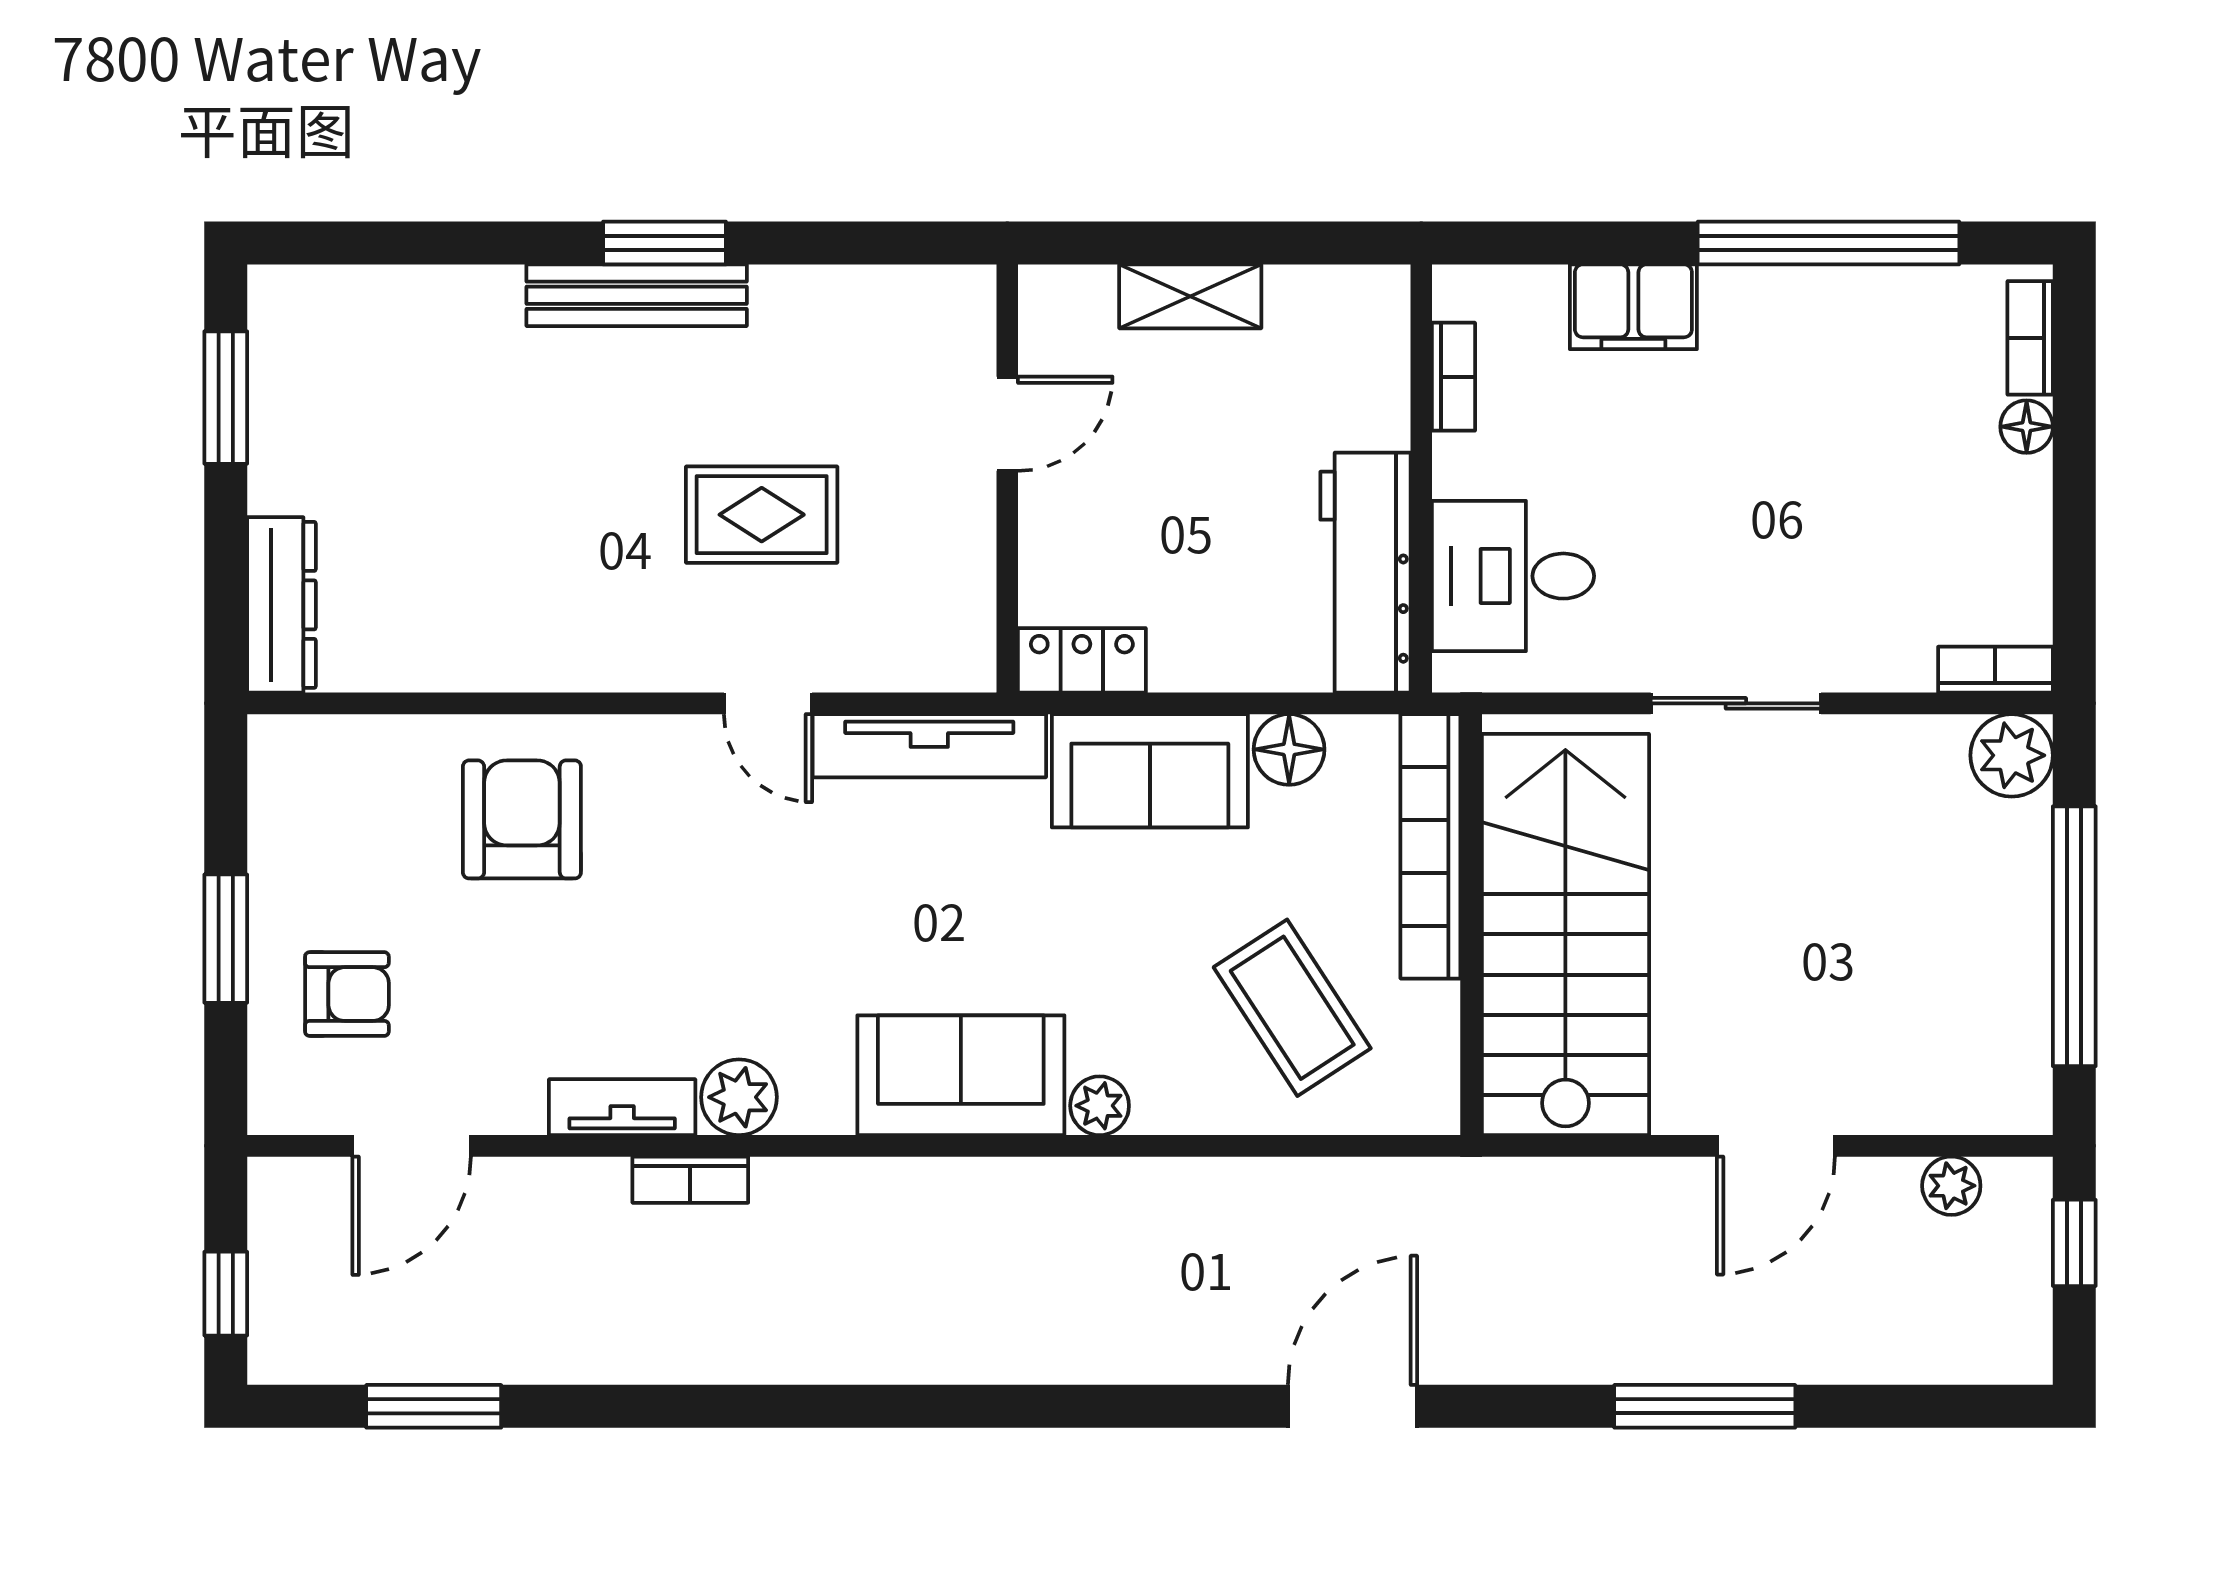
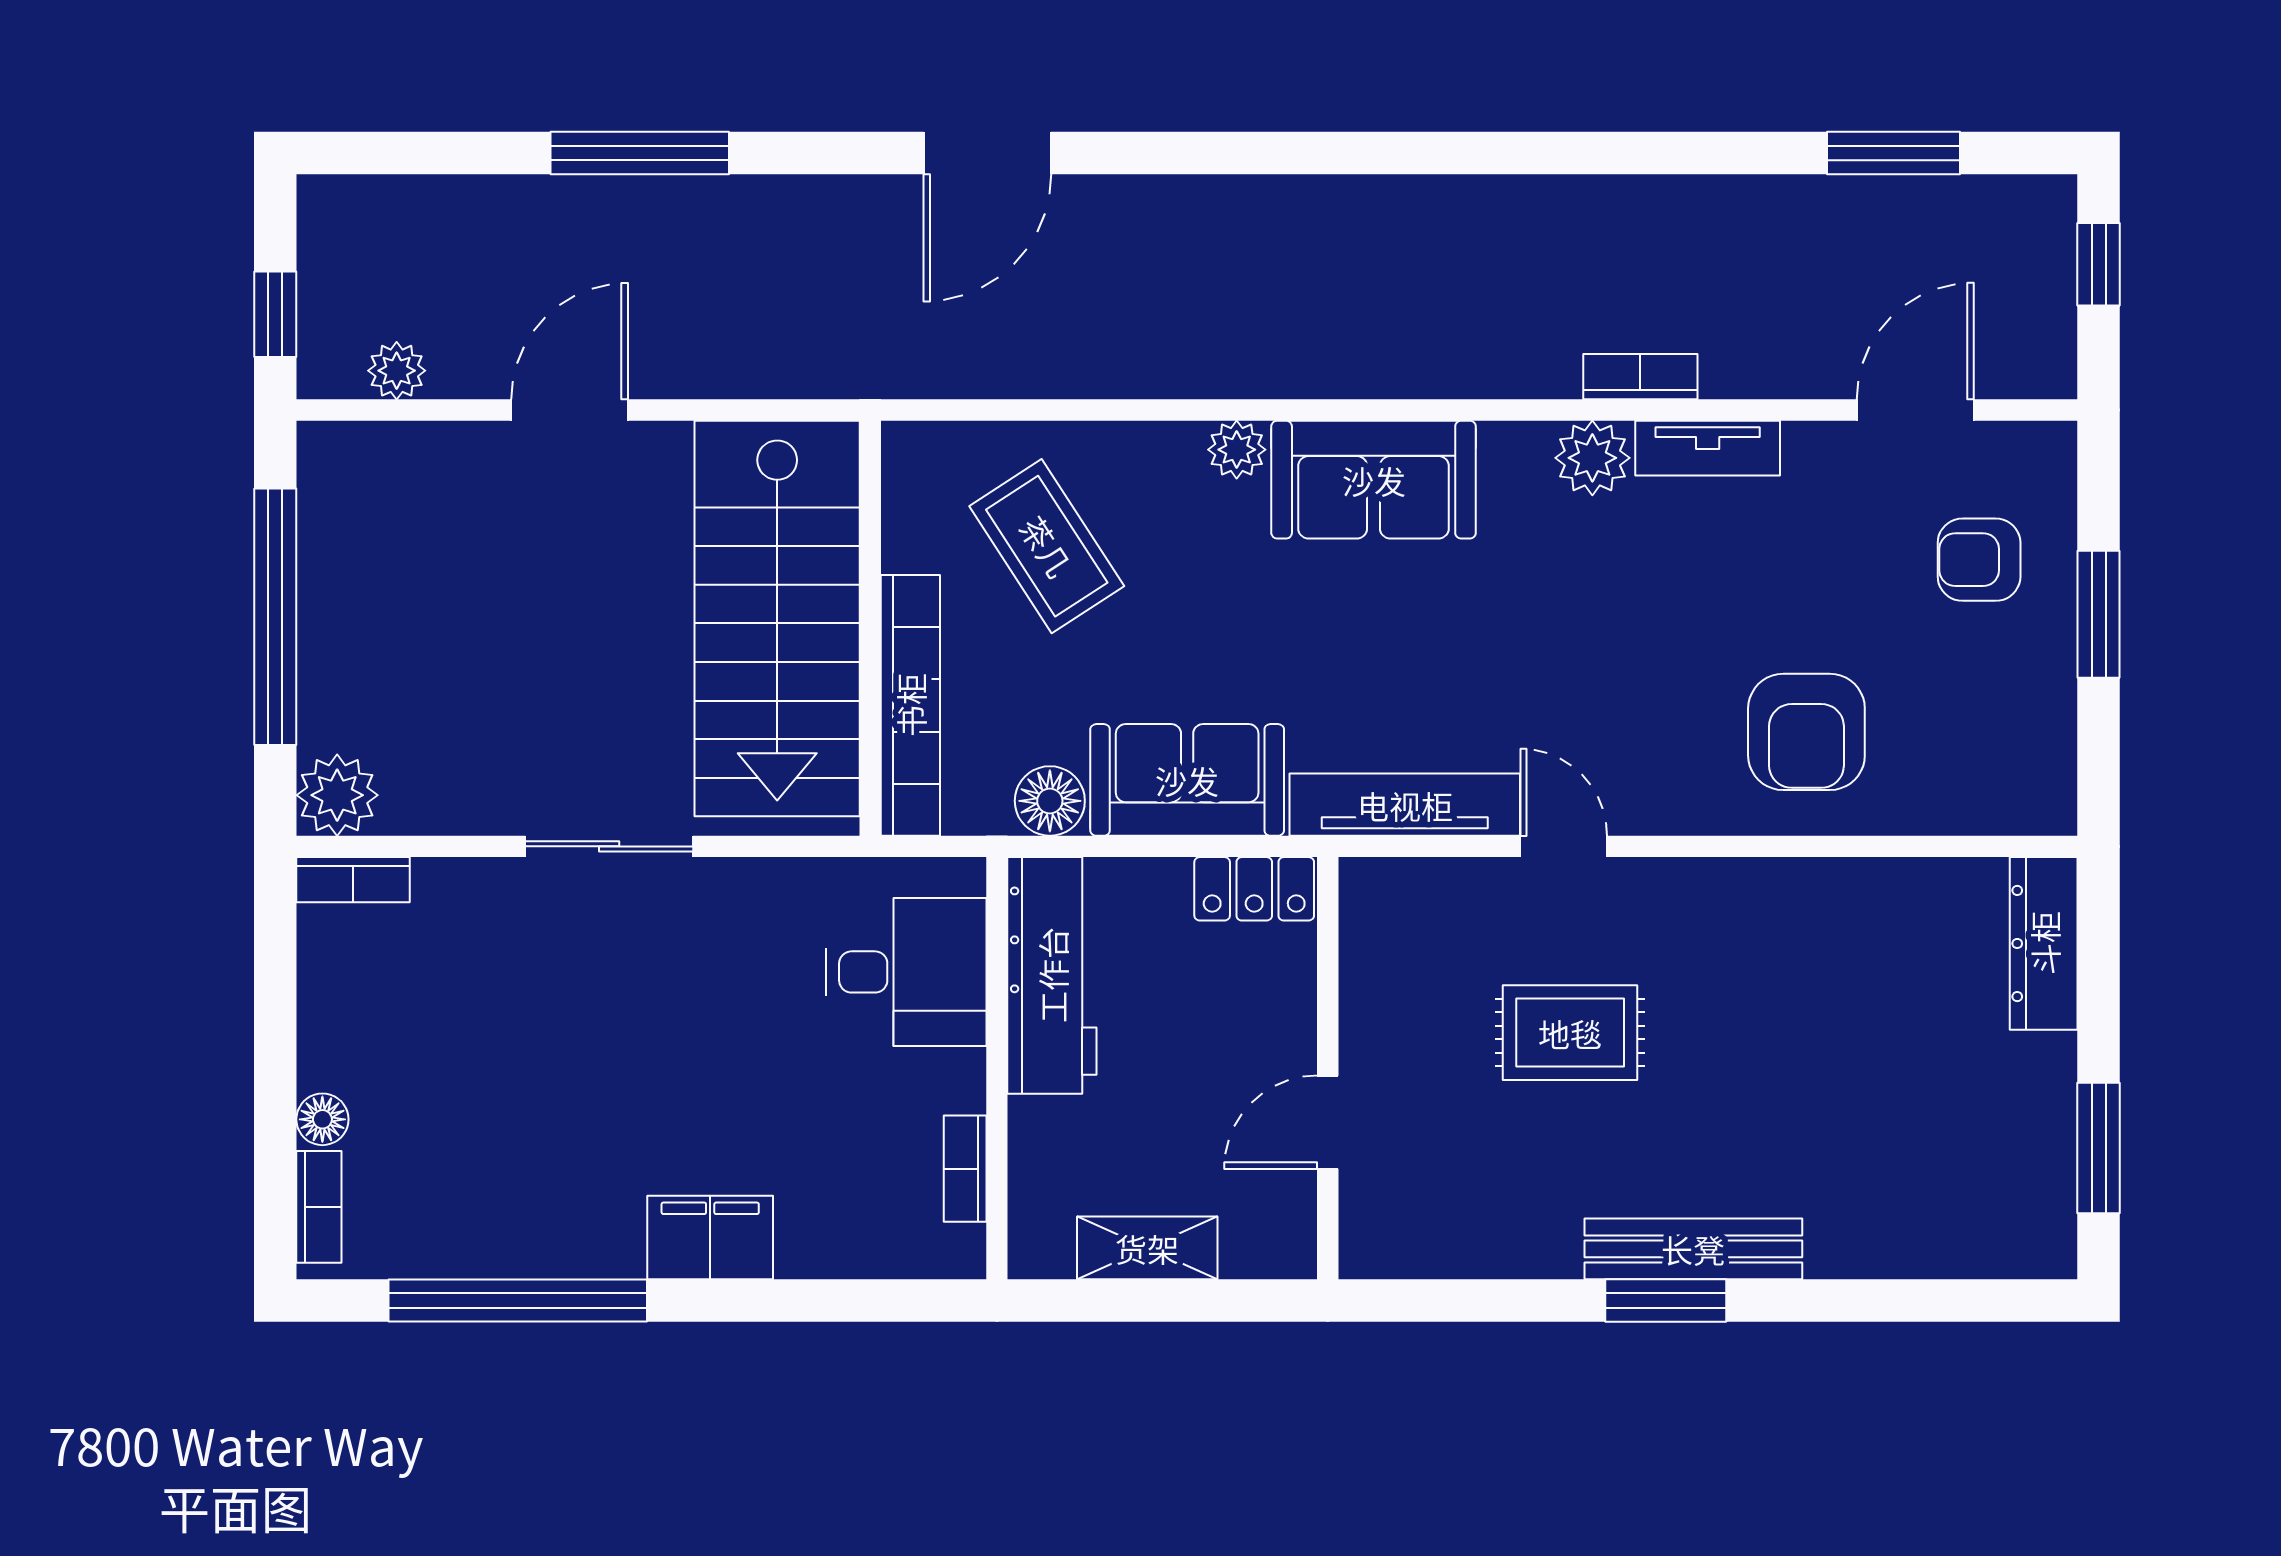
bookcase: (1454, 377) -> (965, 1169), moved
wall: (1421, 479) -> (997, 1068), moved
workbench: (1365, 573) -> (1052, 975), moved
desk: (1513, 576) -> (906, 972), moved

